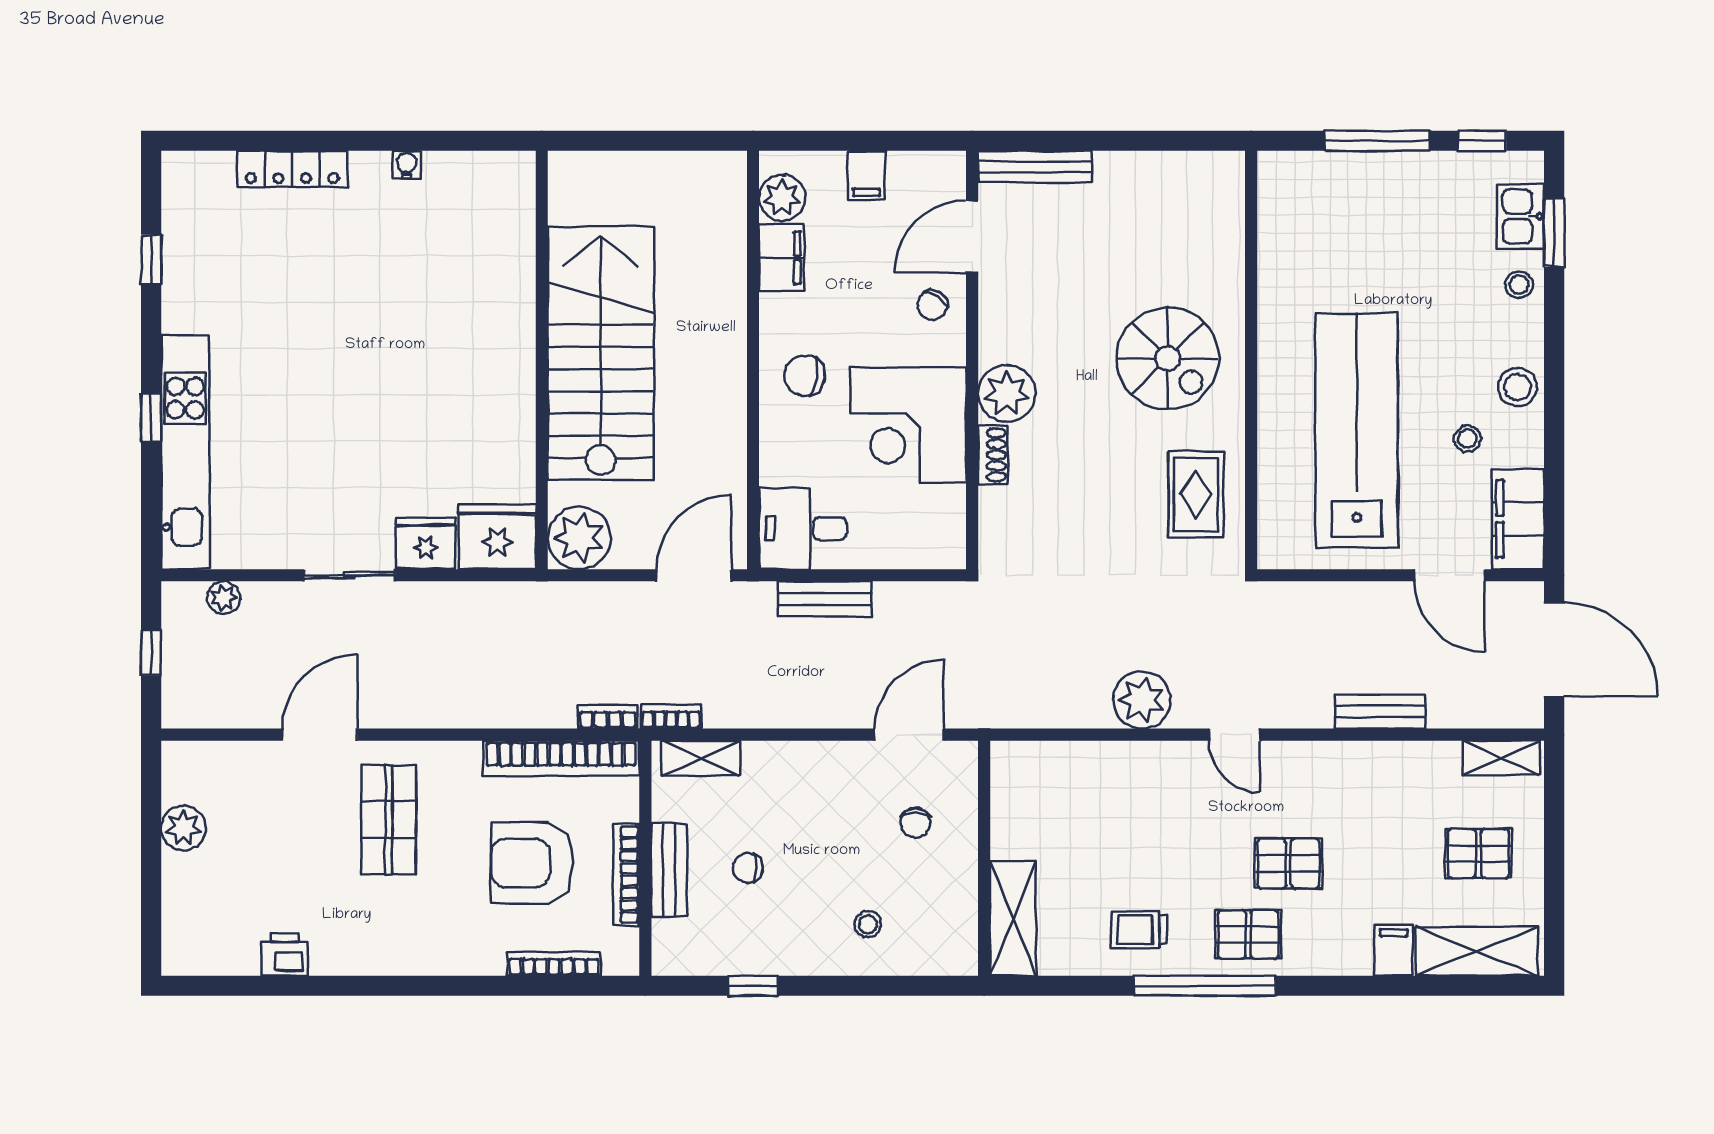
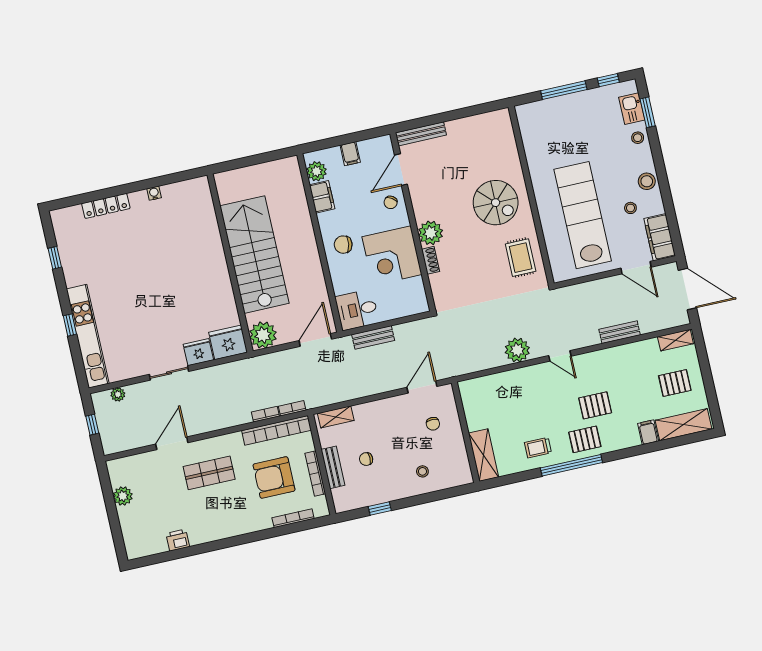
bookcase: (671, 717) -> (265, 414), moved
shop shelf: (389, 820) -> (209, 473), turned 90

